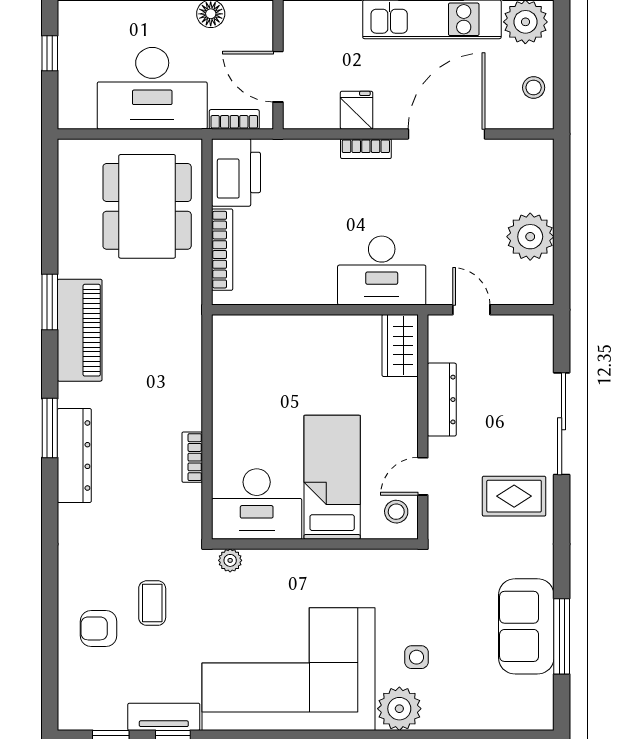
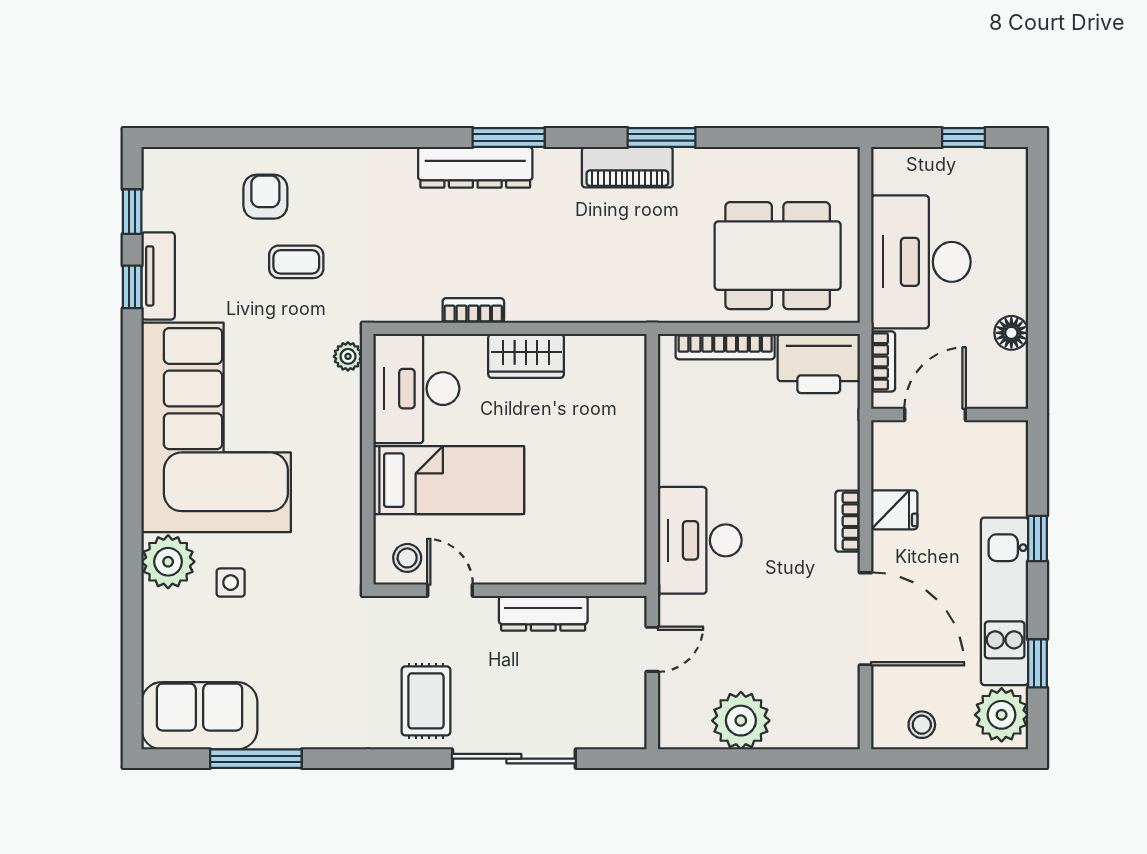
piano: (80, 330) -> (627, 167), width x0.73, depth x0.75
wardrobe: (400, 345) -> (526, 356), moved, turned 180
sofa: (526, 626) -> (199, 716), moved

